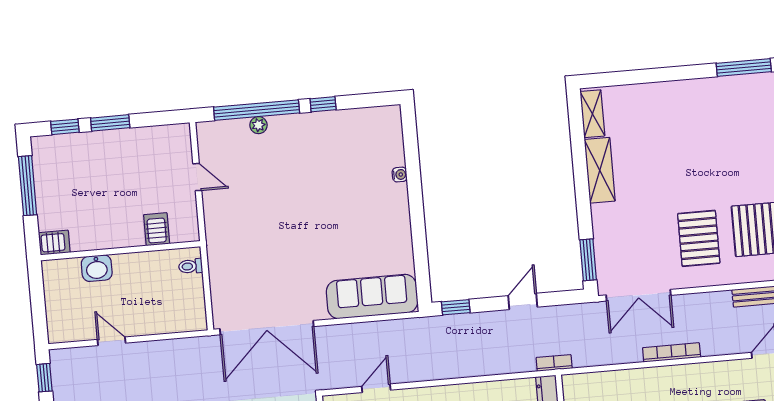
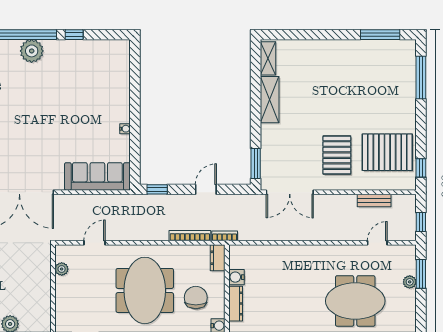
plant: (258, 125) -> (32, 51), width x1.87, depth x1.87
water cooler: (400, 175) -> (125, 129), moved
bookcase: (672, 352) -> (190, 236), moved

